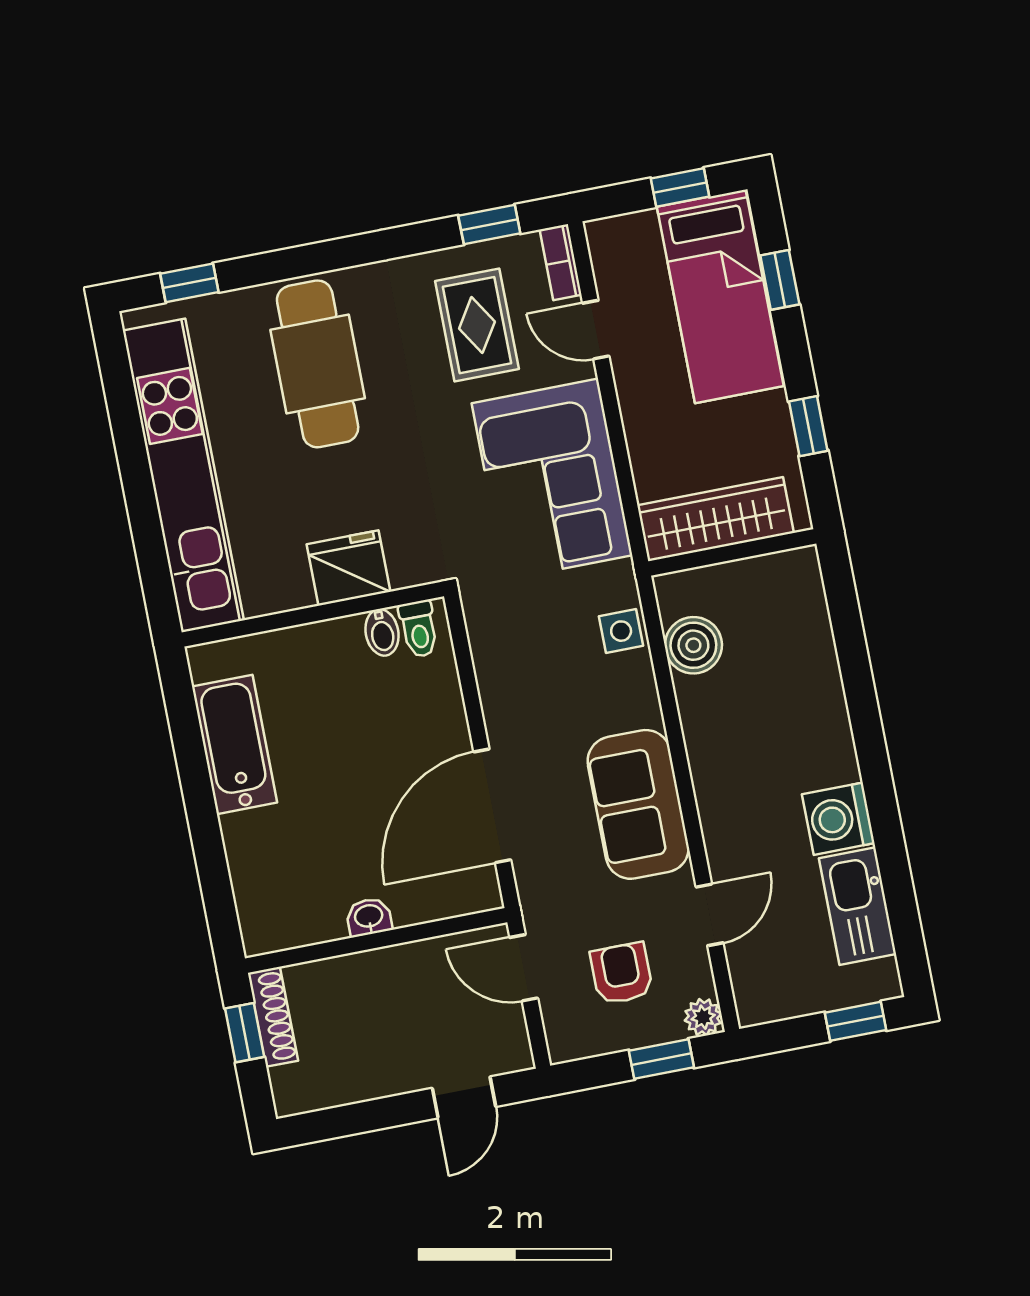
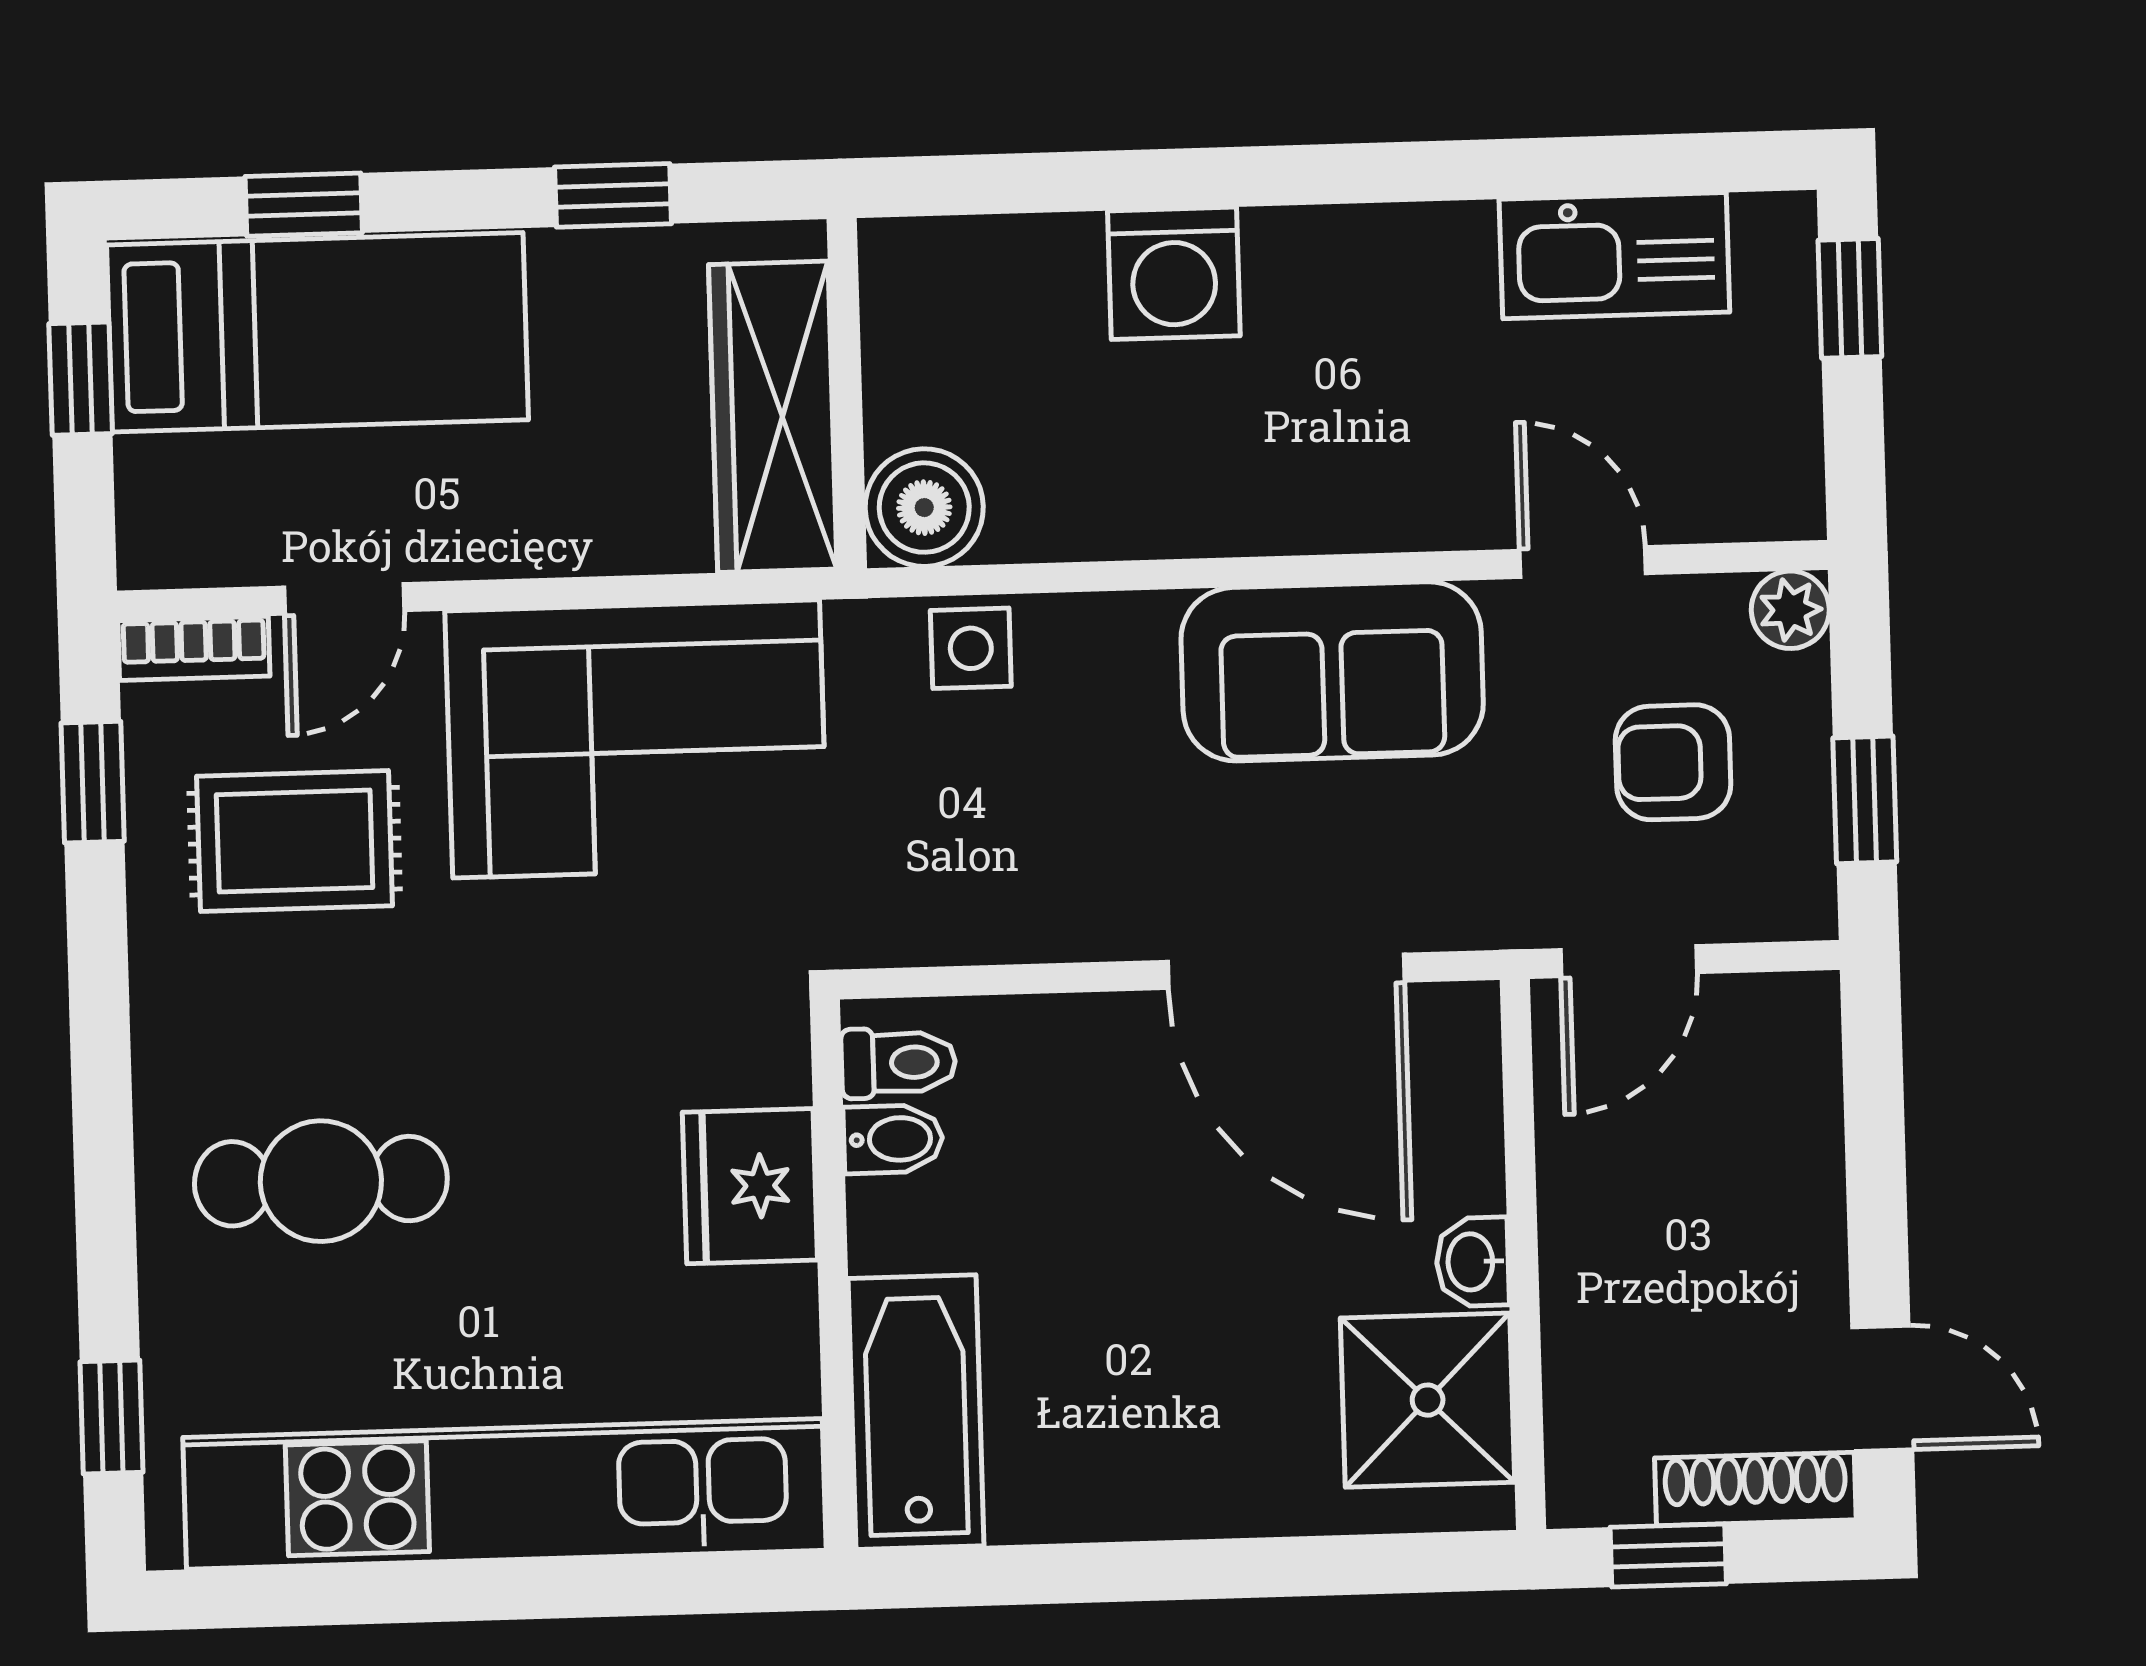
cafe table: (318, 364) -> (321, 1181), width x0.73, depth x0.74
boiler: (693, 645) -> (924, 508), moved
bathtub: (235, 745) -> (916, 1412), moved, turned 90
washing machine: (838, 819) -> (1174, 273), moved
shower: (300, 906) -> (1428, 1400), added
shoe rack: (273, 1017) -> (1755, 1489), moved
window: (661, 1059) -> (1865, 800), moved
door: (464, 1097) -> (1882, 1388), moved

